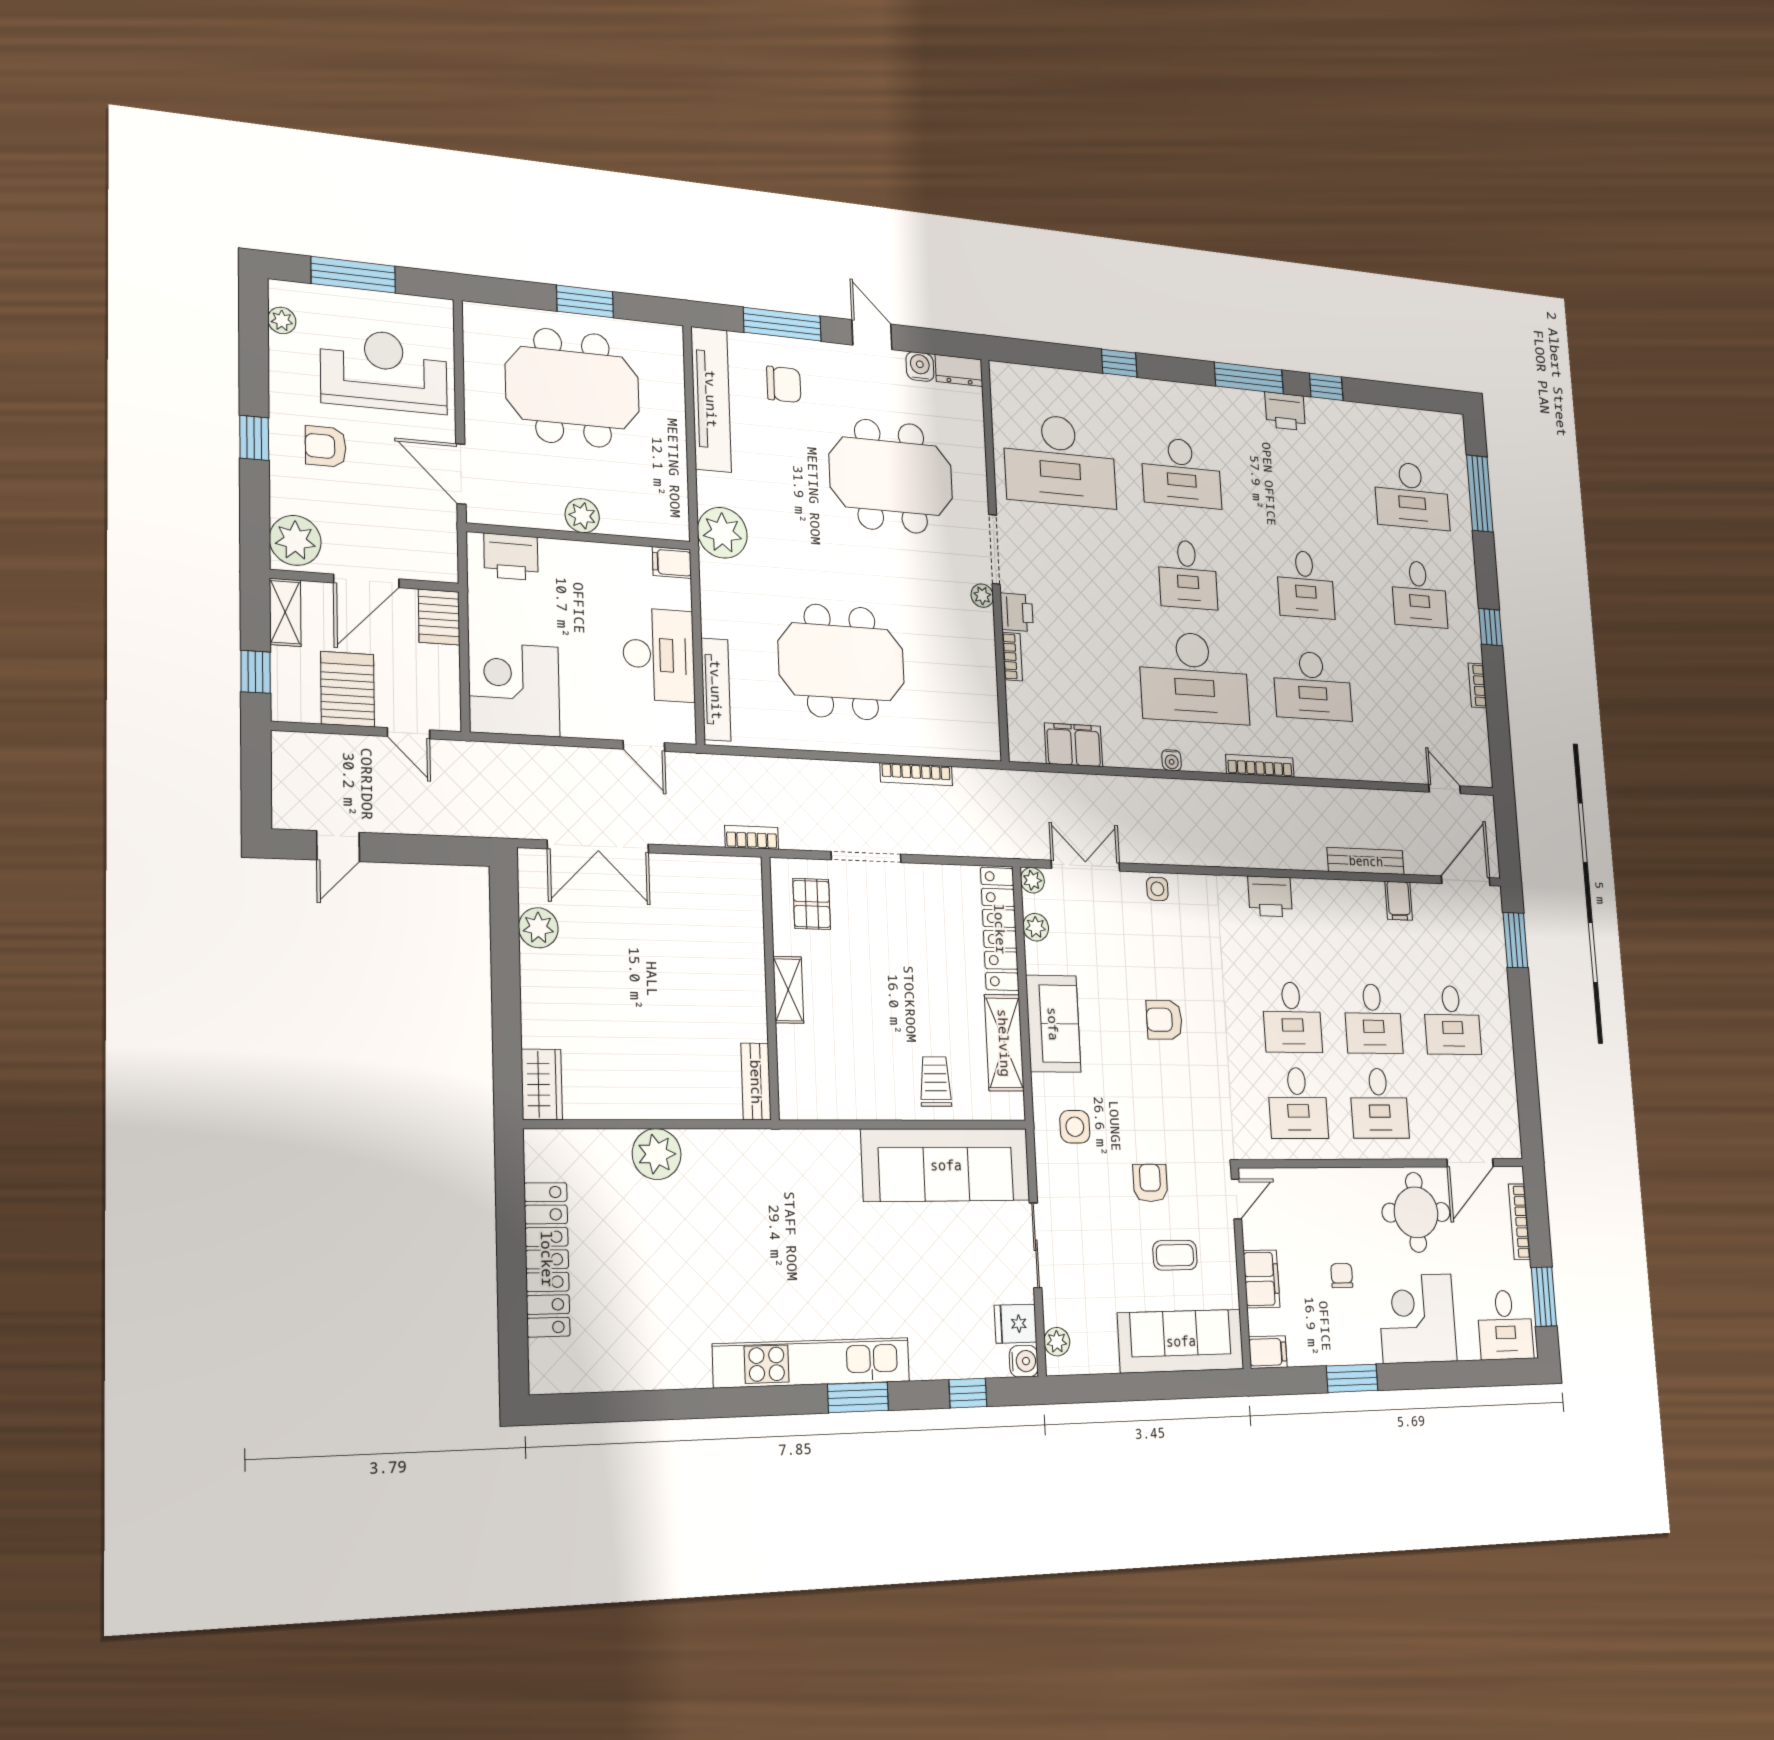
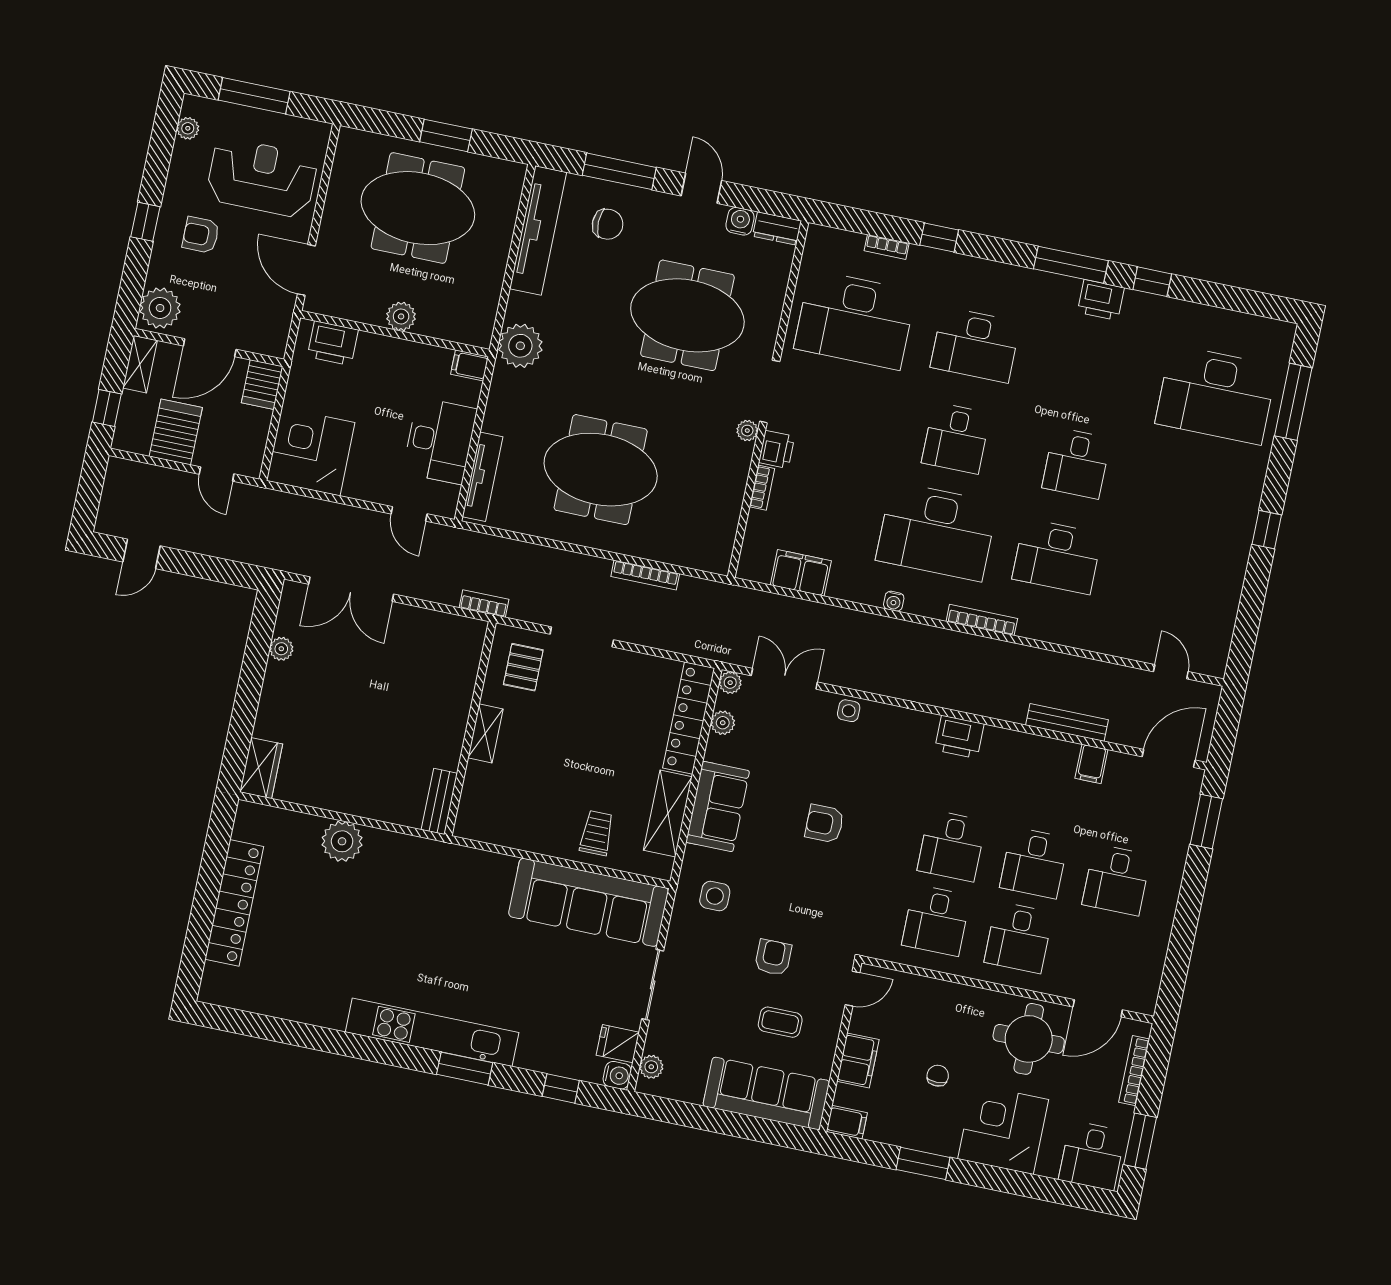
desk: (1412, 496) -> (1216, 395), width x1.36, depth x1.30
desk: (1419, 594) -> (1197, 488), removed
bookcase: (1477, 685) -> (887, 247), moved, turned -90
plant: (538, 928) -> (281, 649), width x0.73, depth x0.73

